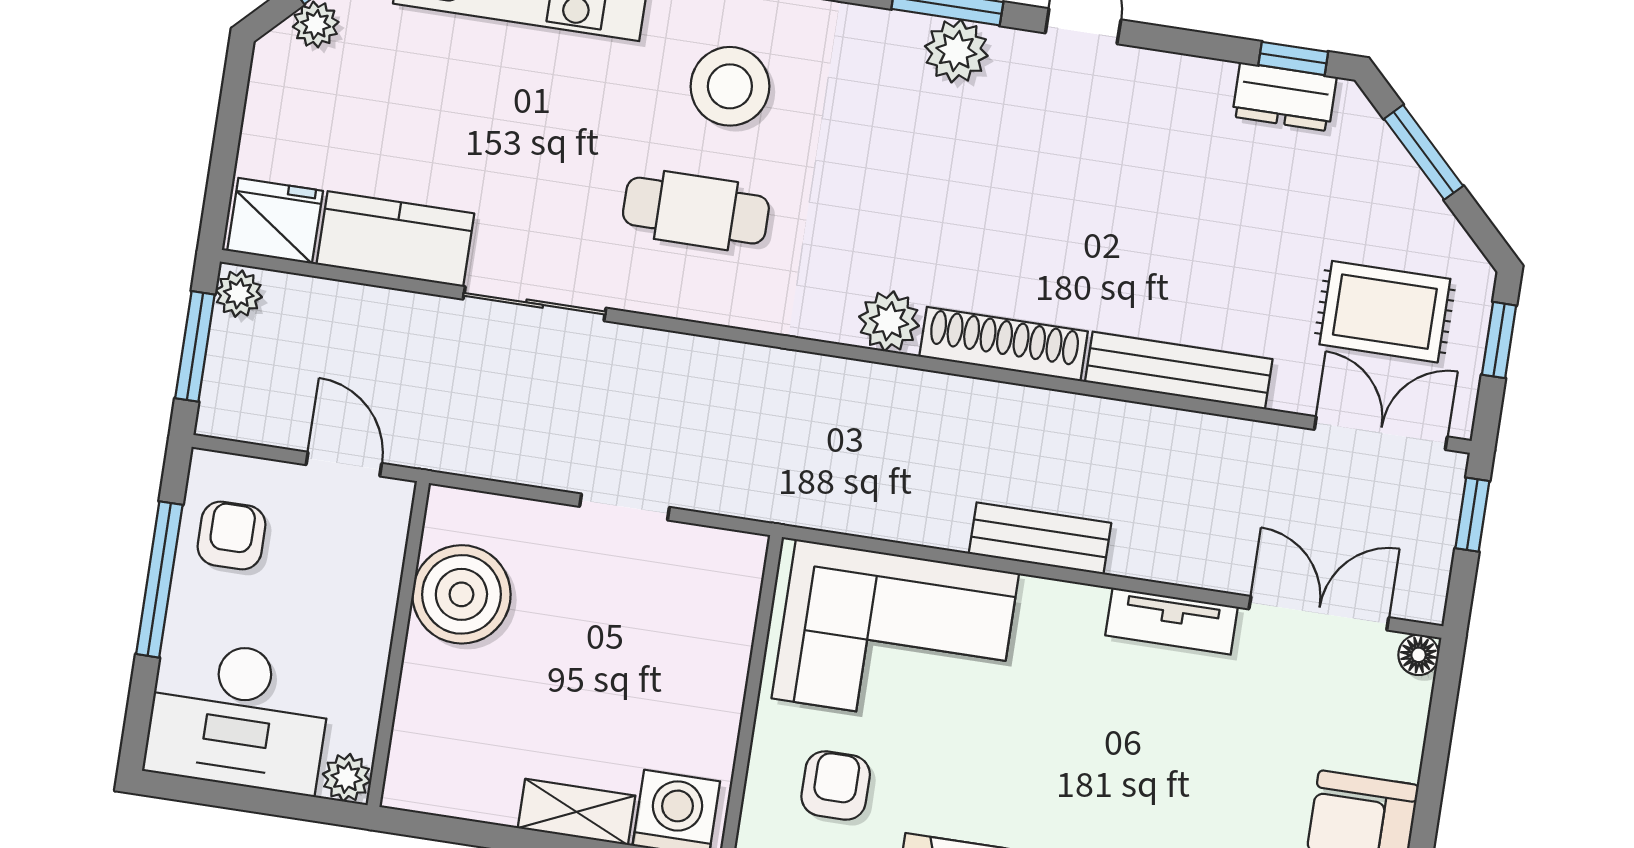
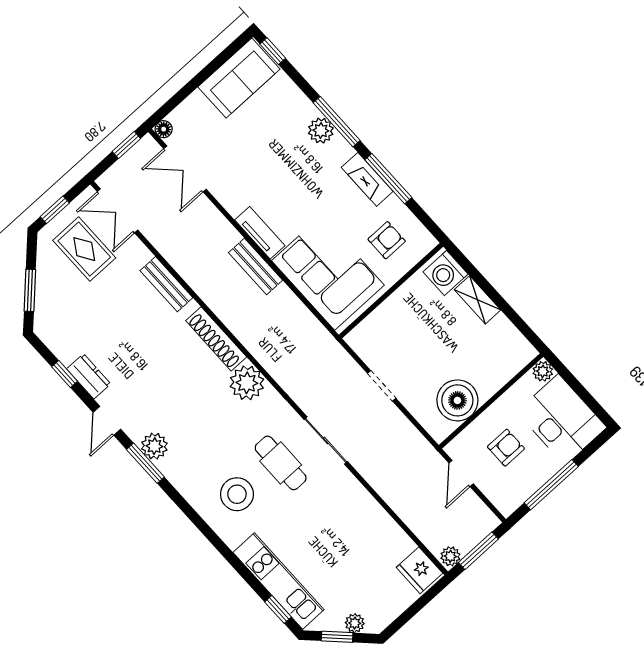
window: (1293, 58) -> (65, 374), moved
dresser: (1284, 97) -> (89, 376), moved
kitchen counter: (395, 239) -> (385, 533), removed
sliding door: (535, 304) -> (326, 440), moved
plant: (889, 321) -> (247, 383), width x1.36, depth x1.36
bench: (1179, 371) -> (166, 284), width x0.73
window: (1472, 515) -> (126, 145), moved
armchair: (232, 535) -> (506, 448), moved, turned 180
tv unit: (1172, 621) -> (260, 233), moved
armchair: (836, 785) -> (387, 240), turned 180

